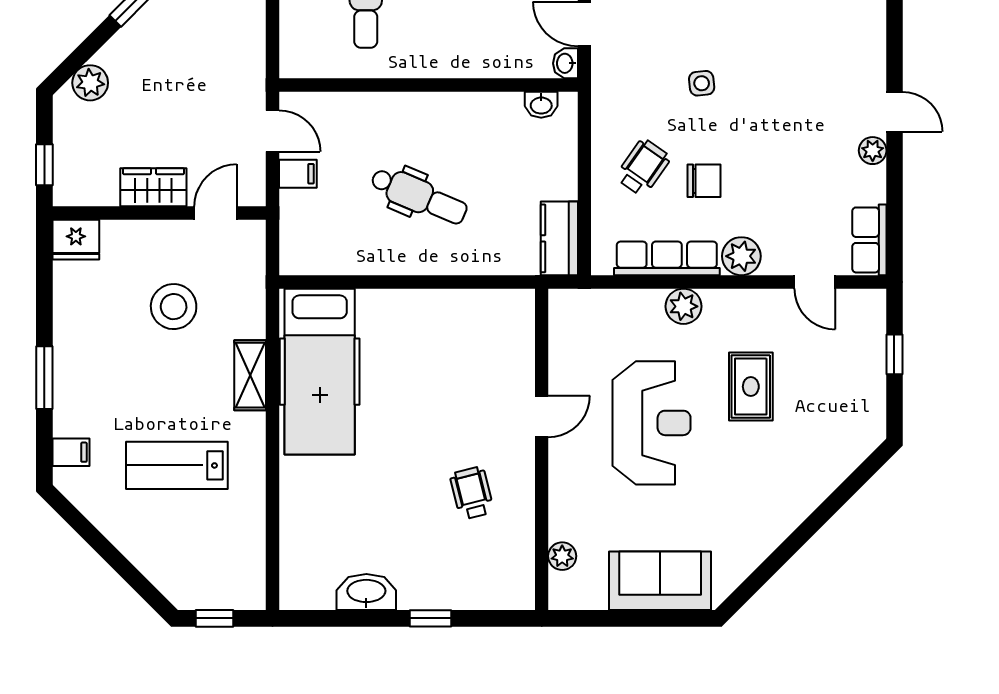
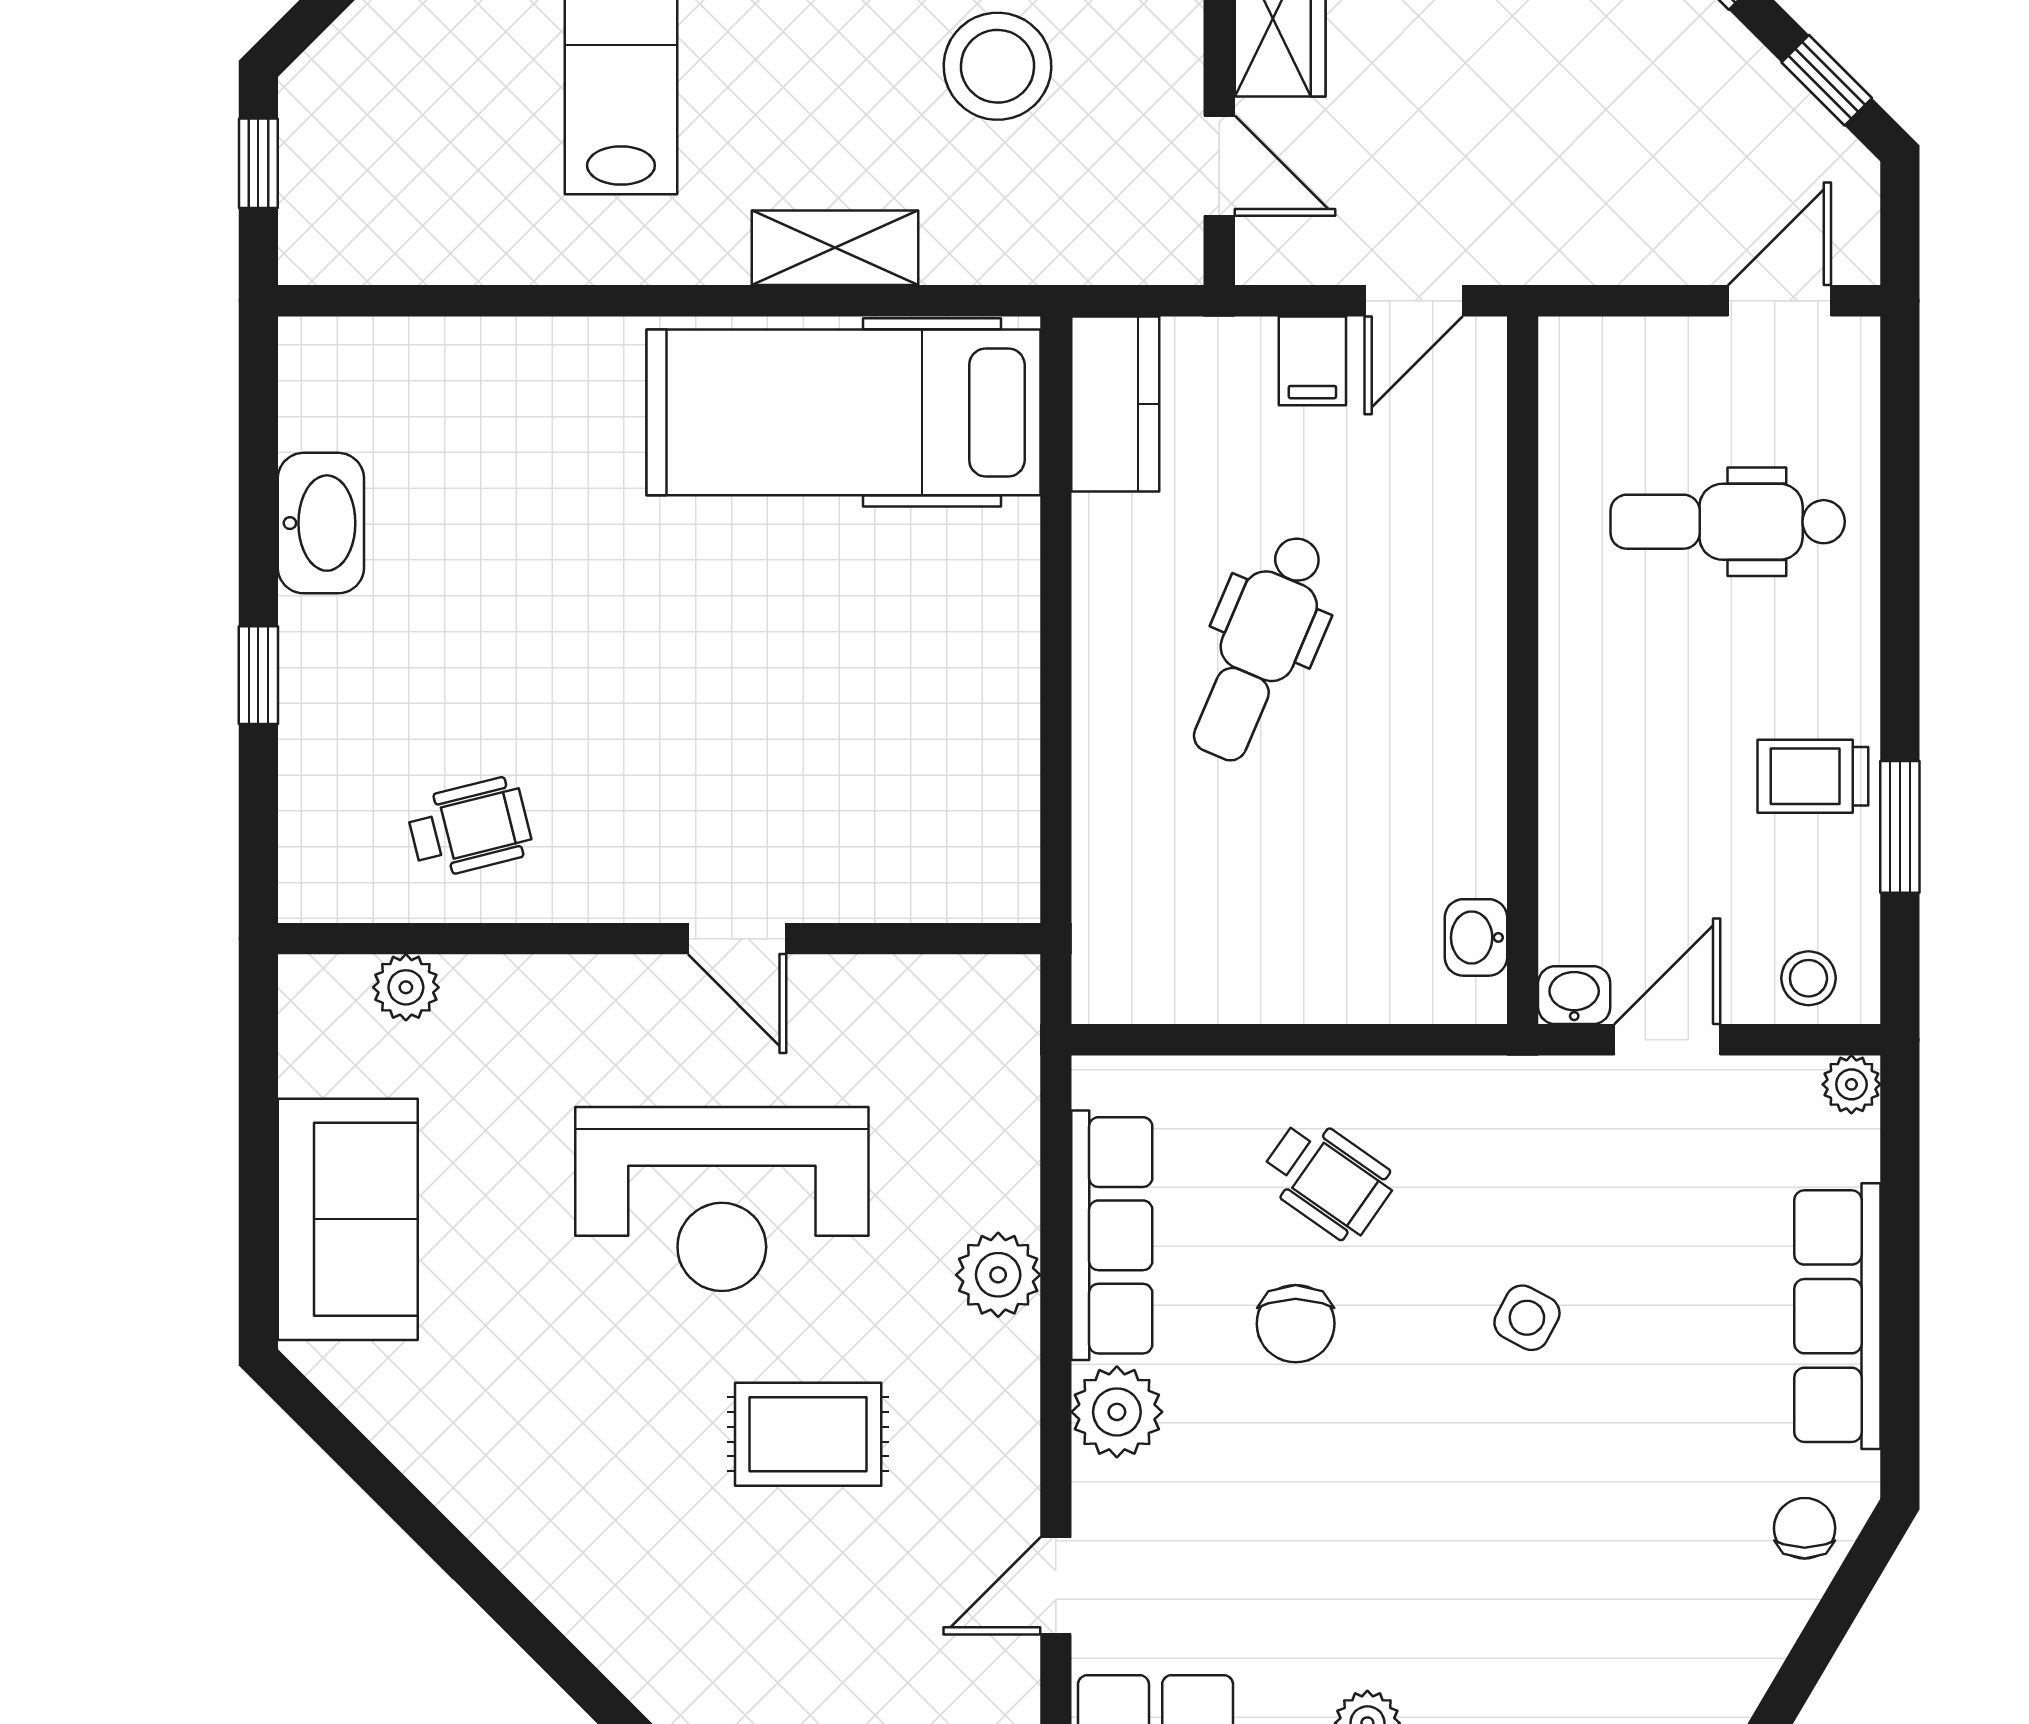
side table: (702, 83) -> (1527, 1318), turned 34
kitchen counter: (559, 238) -> (1115, 404), moved, turned 90
wheelchair: (472, 493) -> (470, 828), moved

